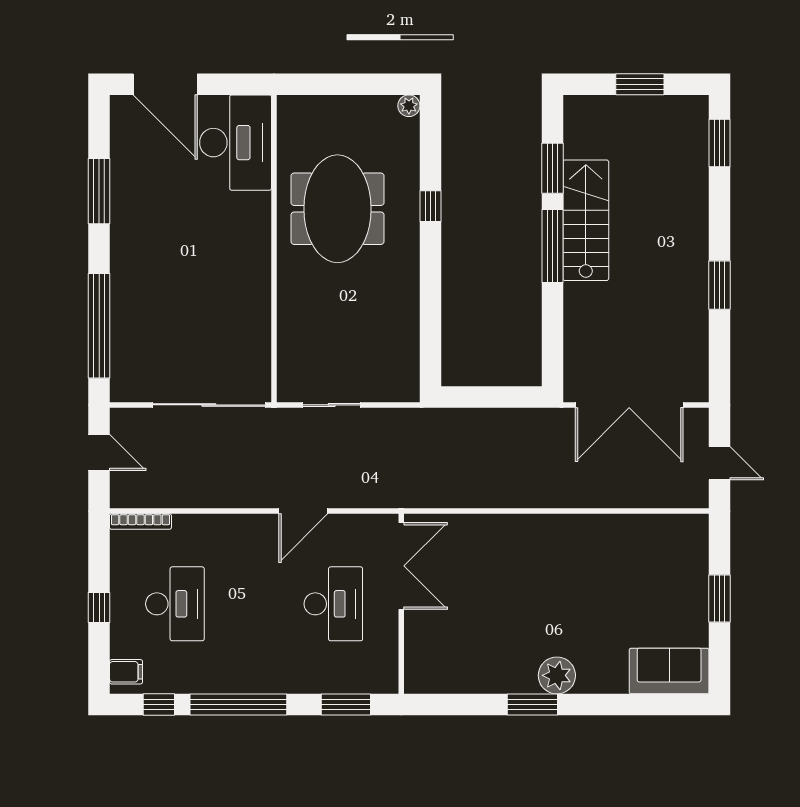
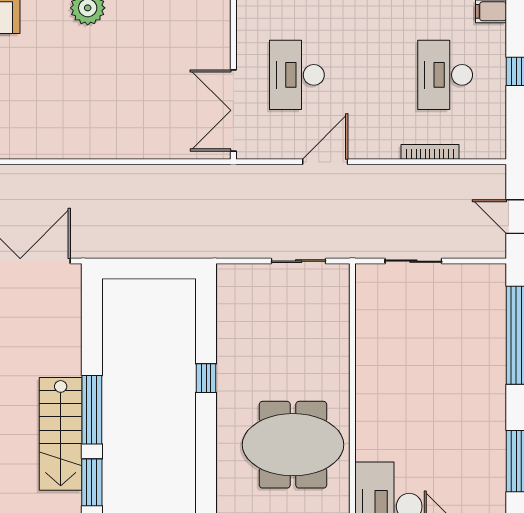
window: (430, 206) -> (206, 378), moved
meeting table: (337, 209) -> (293, 445), turned 90
sliding door: (209, 405) -> (413, 261), width x0.54
bookcase: (140, 522) -> (430, 152), moved

